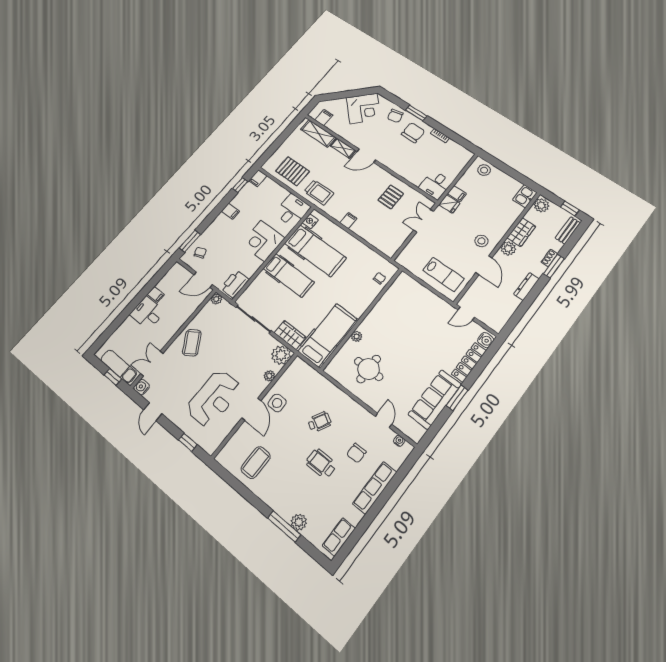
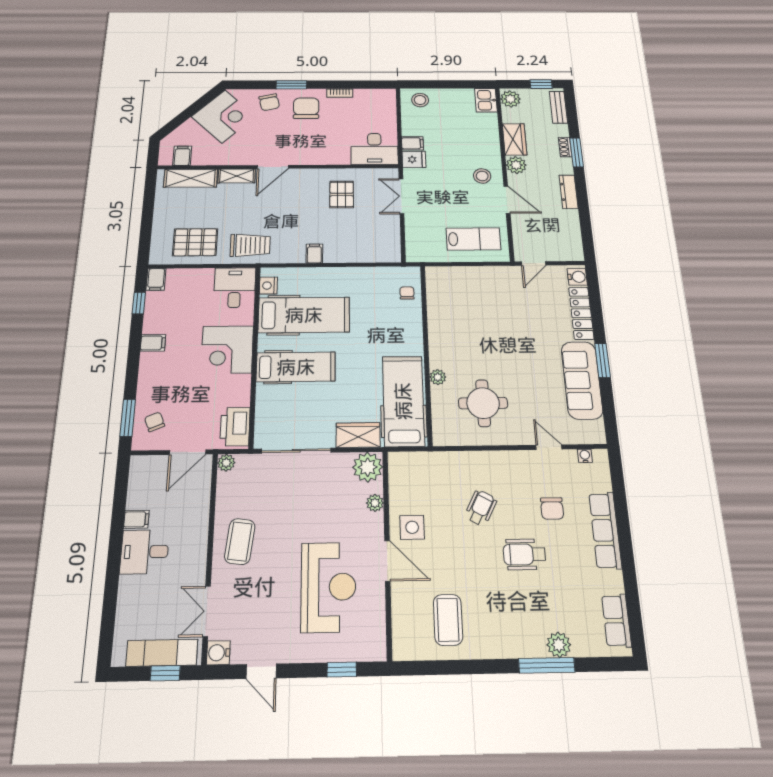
desk: (435, 185) -> (374, 149), width x1.37
coffee table: (192, 343) -> (240, 541), turned 39

